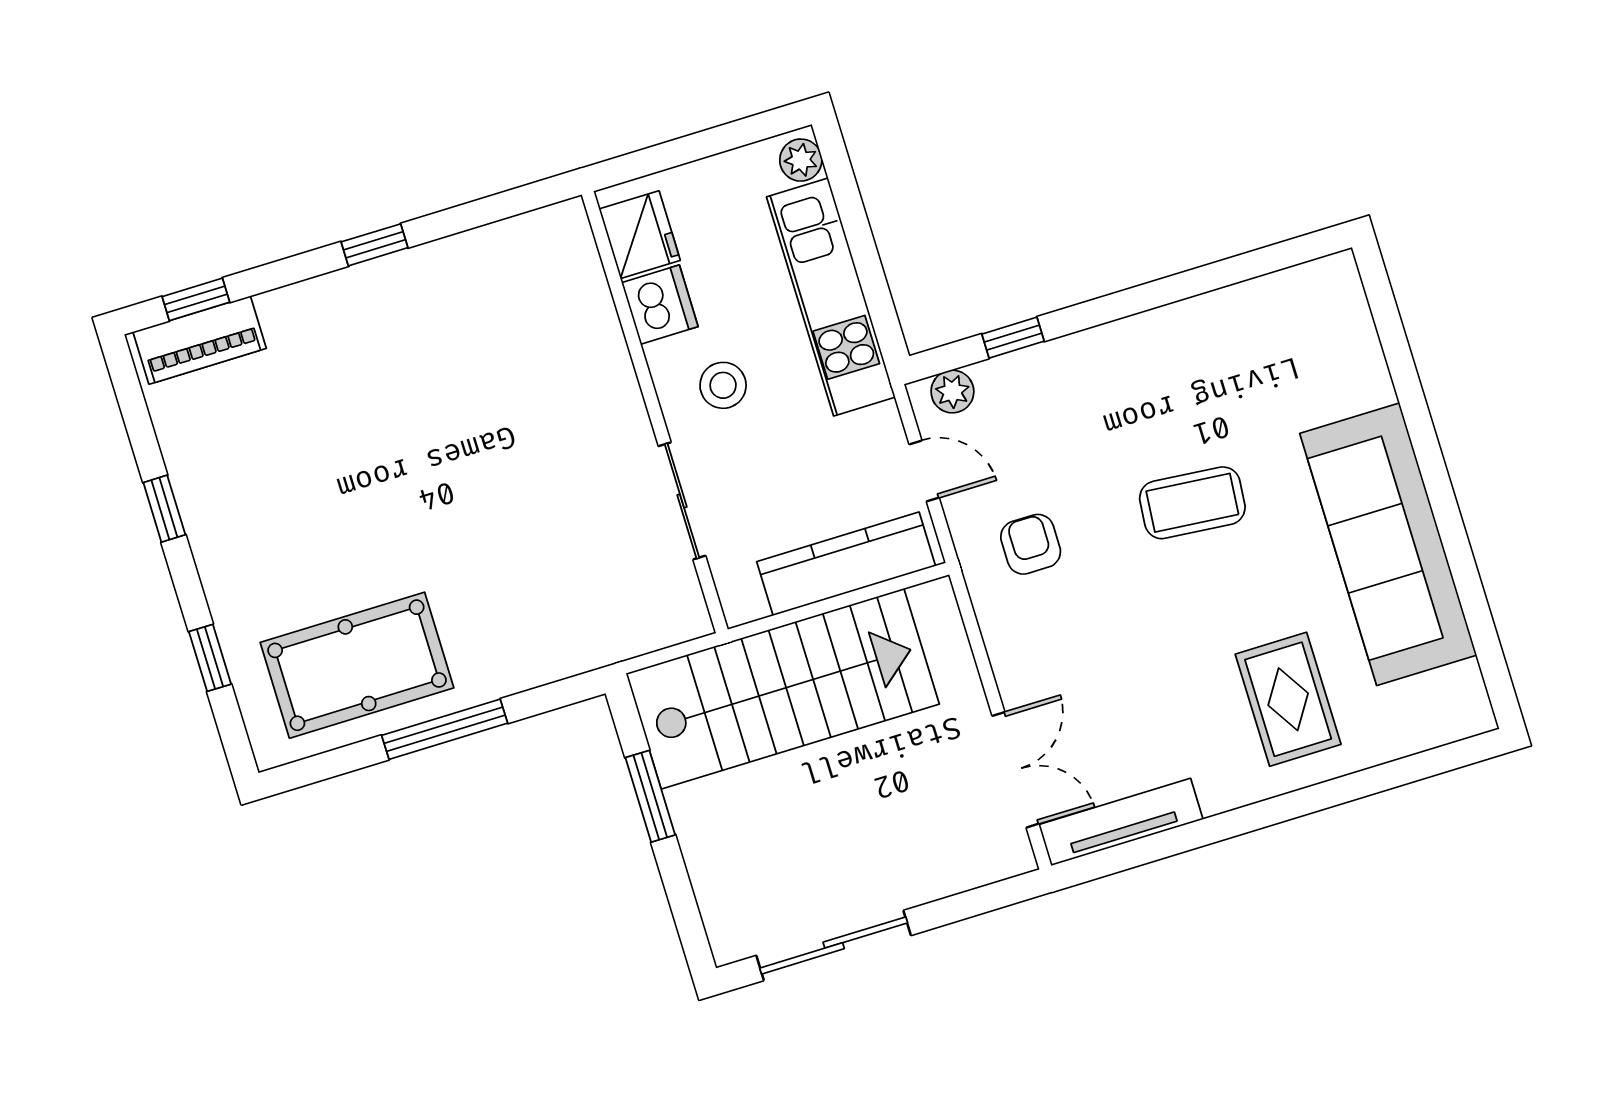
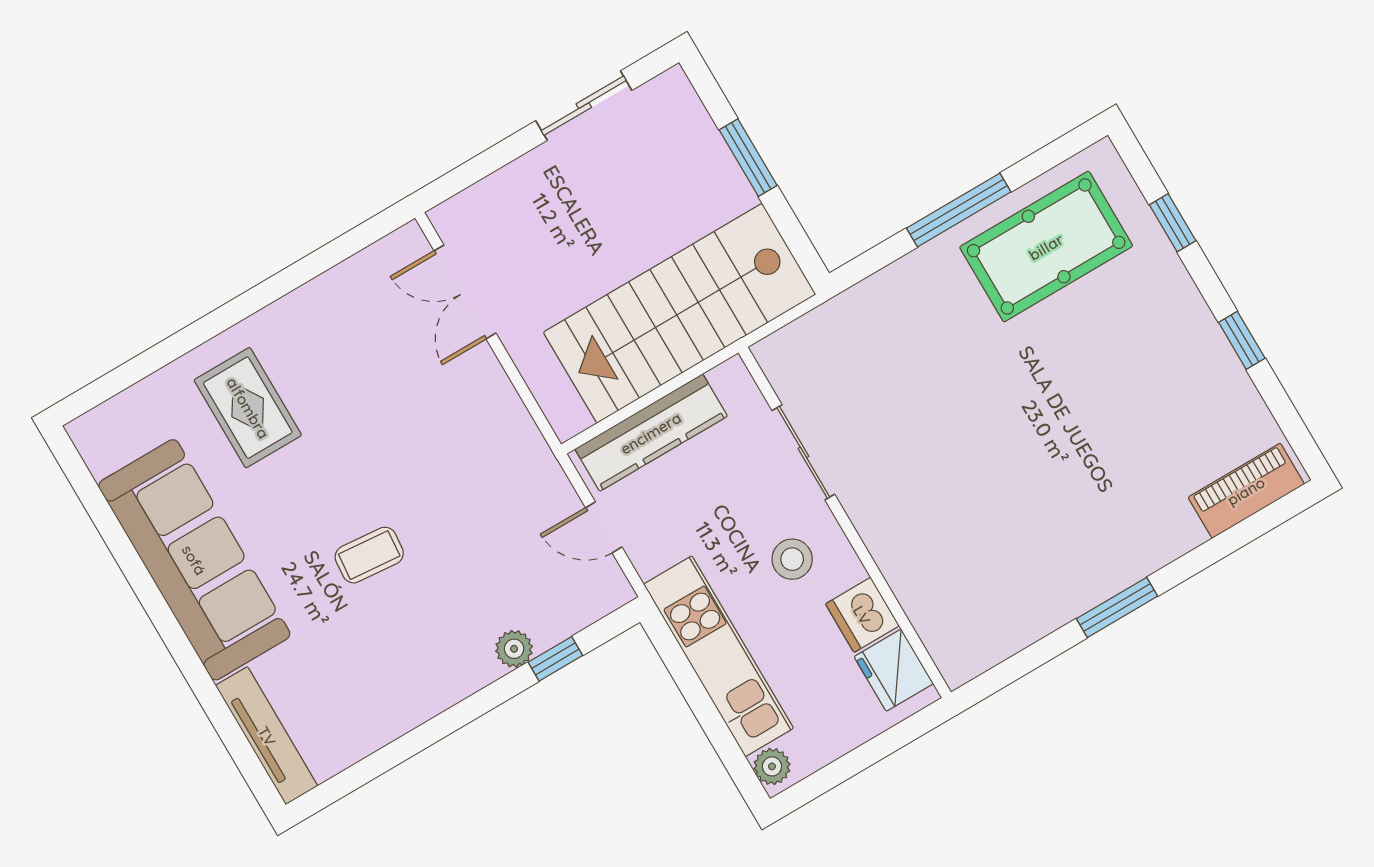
window: (375, 245) -> (1117, 607), width x1.50
window: (196, 299) -> (1258, 525), removed
plant: (952, 392) -> (514, 649), moved
coffee table: (1192, 503) -> (369, 555), width x0.73, depth x0.77
armchair: (1031, 544) -> (498, 487), removed
window: (650, 796) -> (748, 158), moved
tv unit: (1121, 822) -> (267, 736), moved, turned -90
sliding door: (834, 945) -> (584, 106), width x0.73

